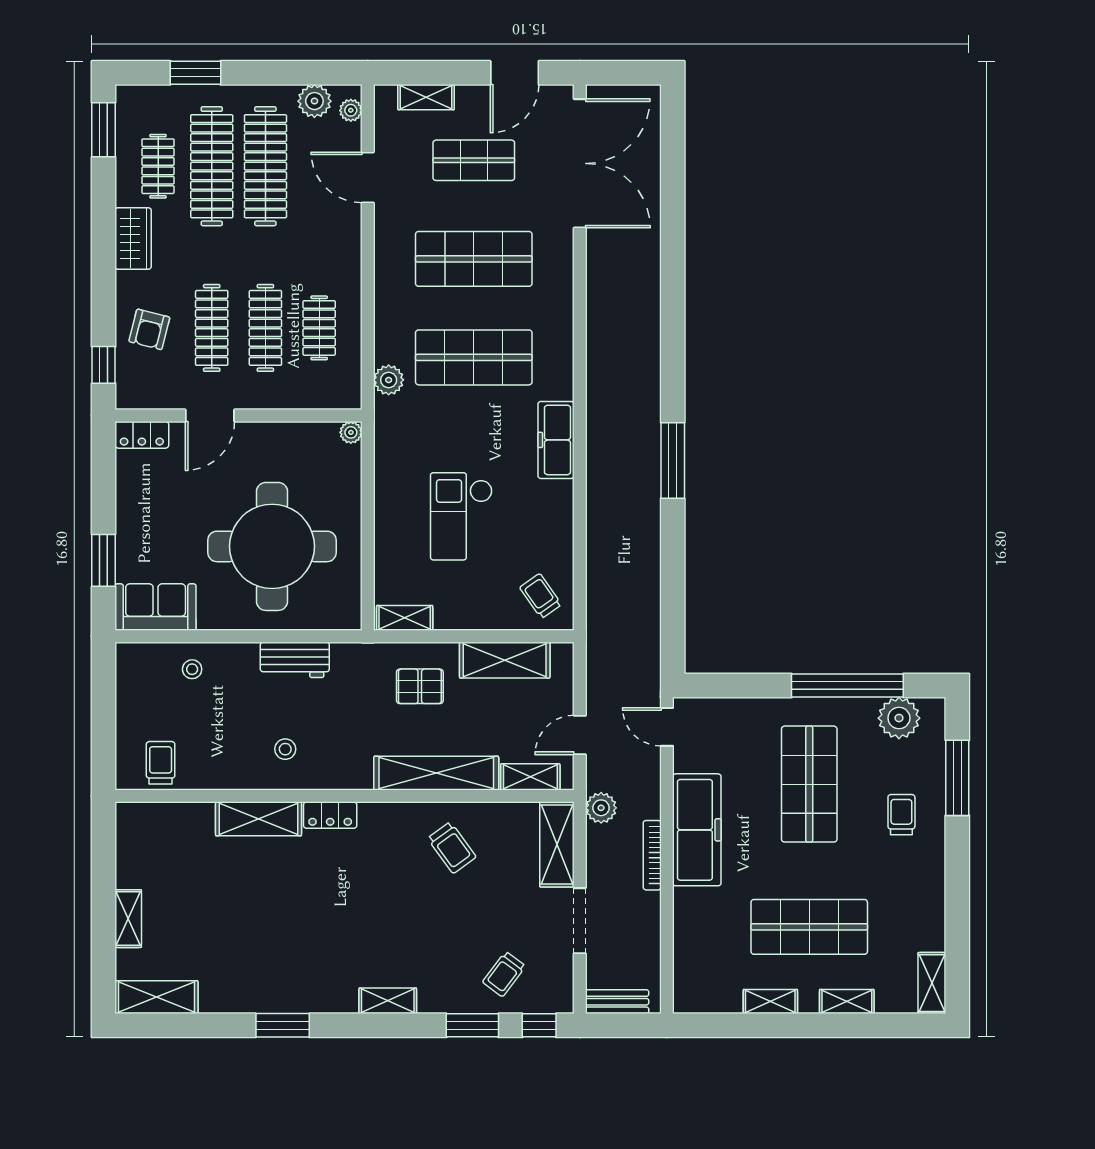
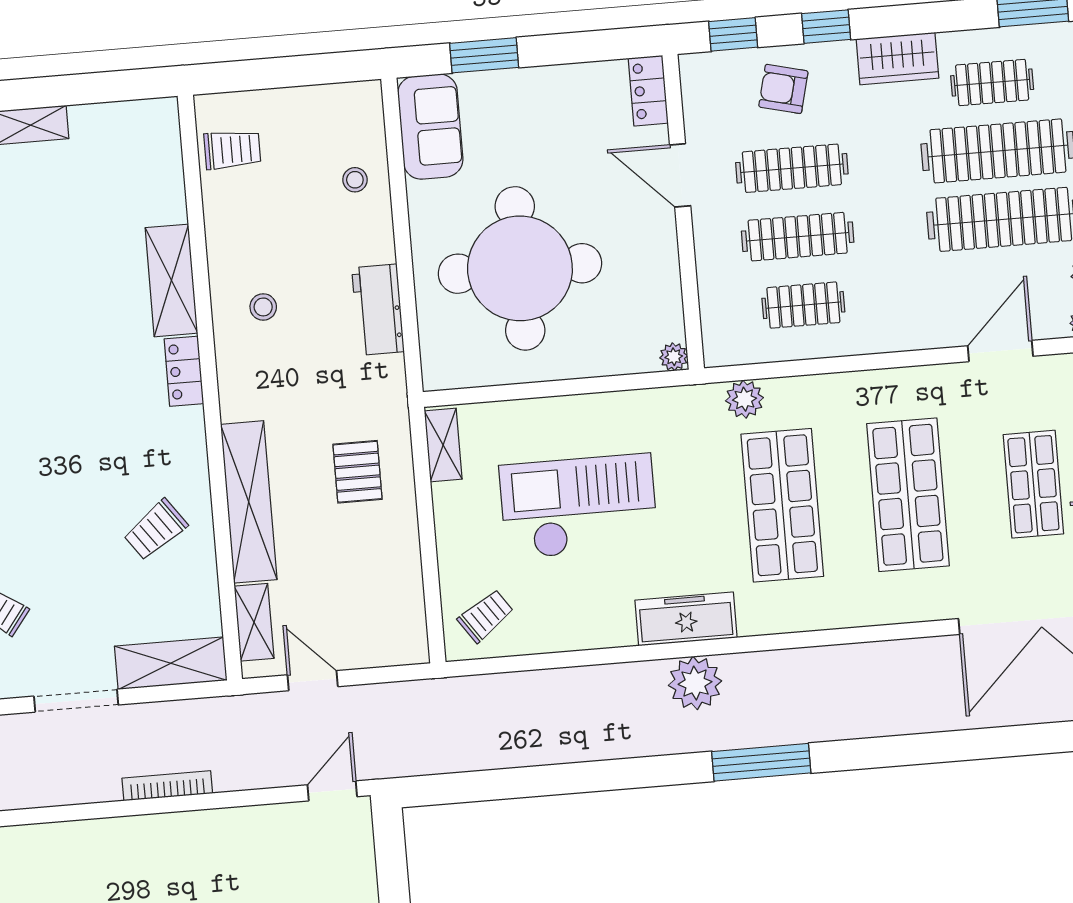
window: (104, 292) -> (826, 27), added
window: (673, 460) -> (761, 762), moved
checkout: (461, 516) -> (579, 506), width x1.36, depth x1.21
shelving: (505, 660) -> (400, 577), removed
plant: (601, 808) -> (695, 683), moved, width x1.36, depth x1.36
freezer: (697, 830) -> (204, 840), removed

